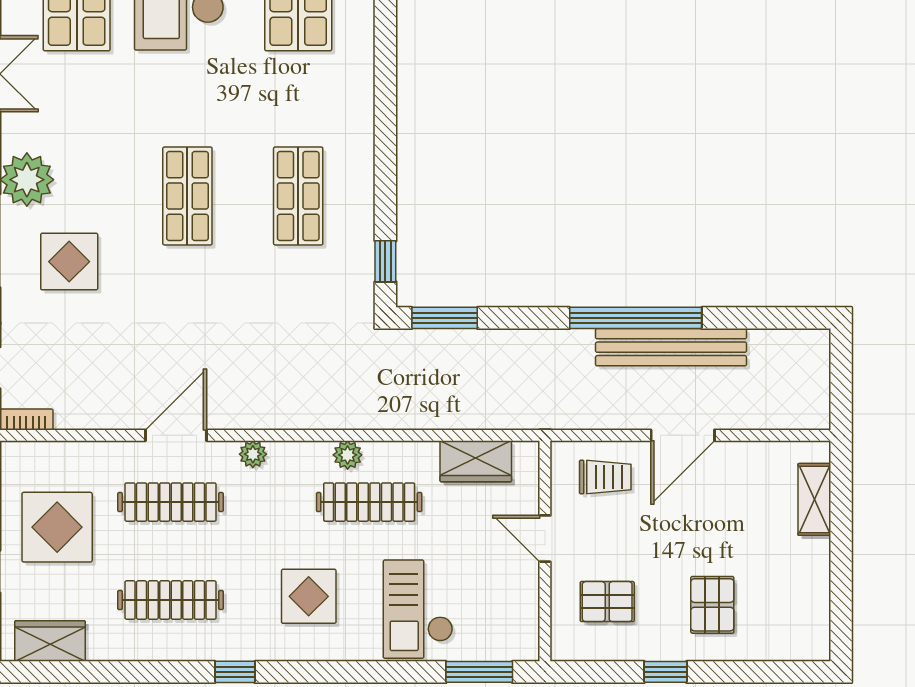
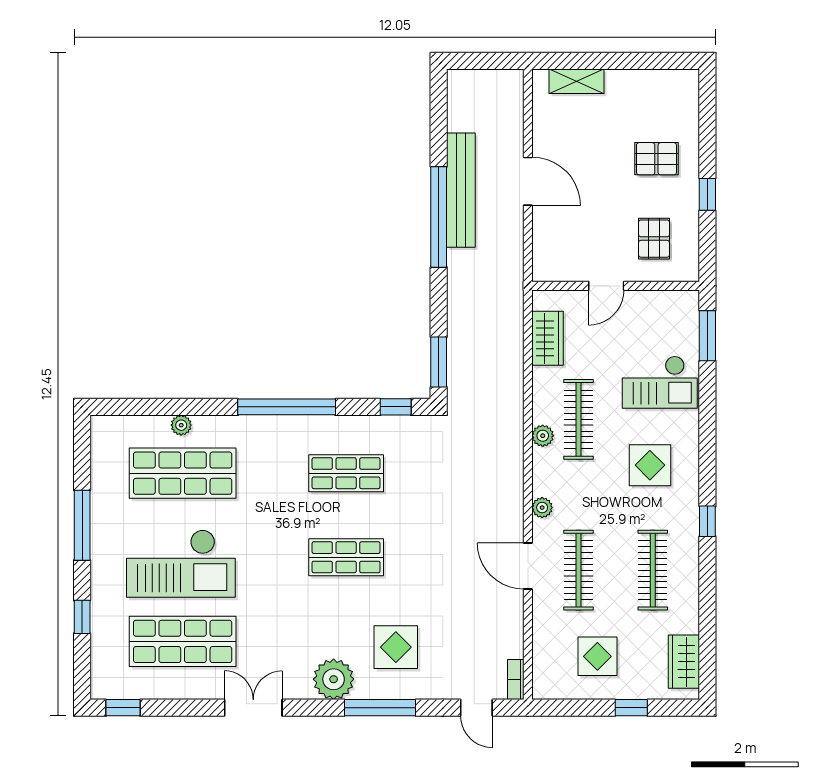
window: (385, 118) -> (287, 407), added
trolley: (605, 477) -> (559, 240), removed
display table: (57, 527) -> (597, 656), width x0.73, depth x0.73

